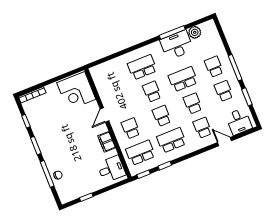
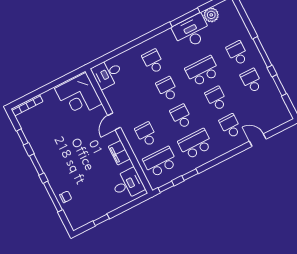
school desk: (142, 67) -> (153, 61), width x0.54
desk: (239, 122) -> (107, 73), moved, turned 90

